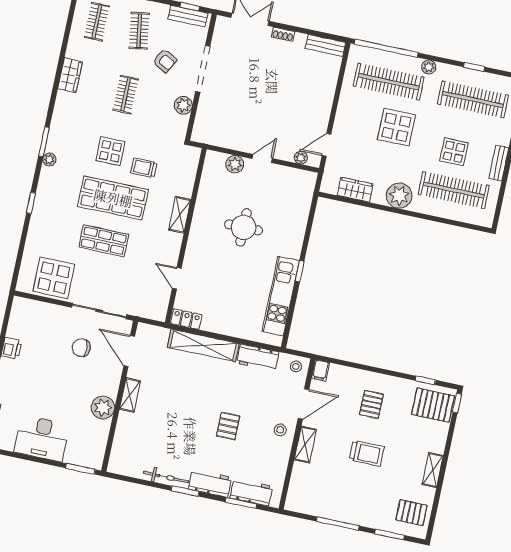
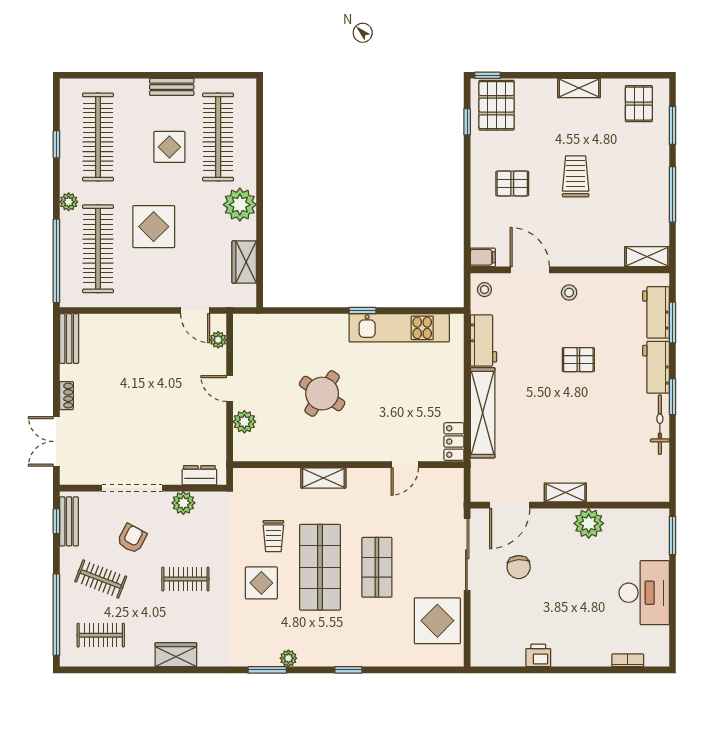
clothes rail: (139, 31) -> (101, 579), turned 30
dresser: (202, 122) -> (199, 475), added
round table: (244, 227) -> (322, 394), turned 33
shelving: (305, 445) -> (647, 257), moved

